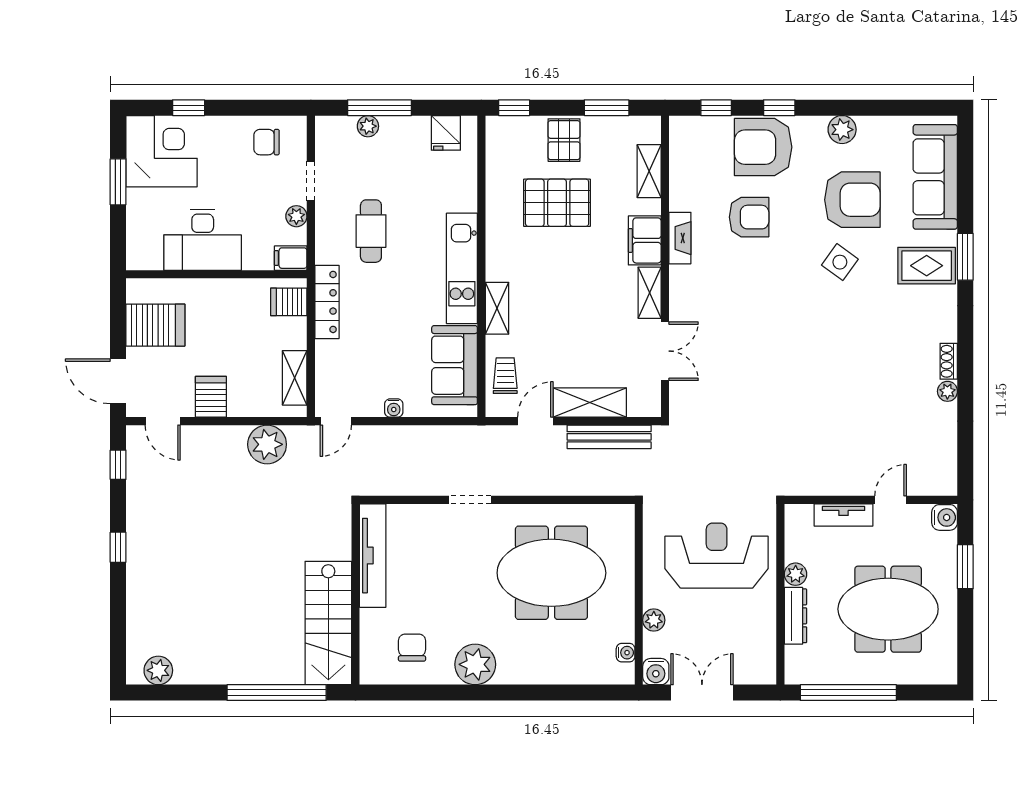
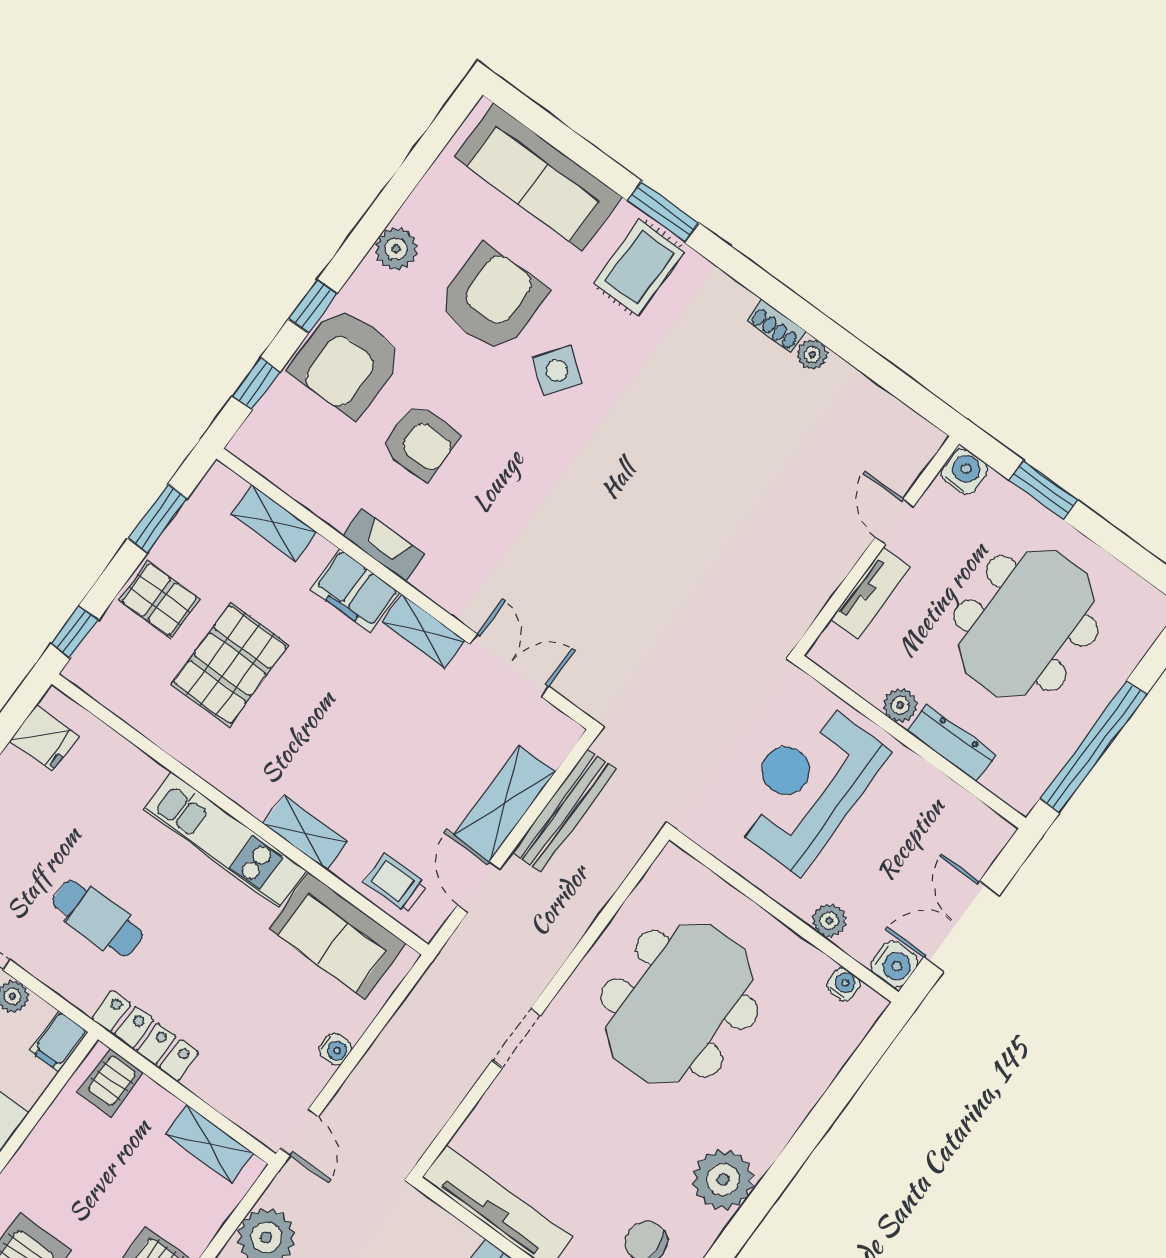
armchair: (749, 217) -> (420, 442), turned 90

